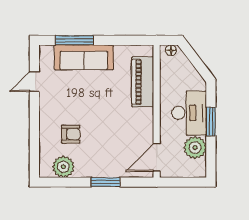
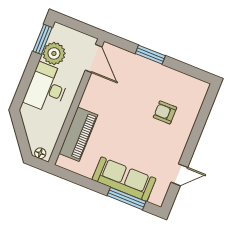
window: (211, 121) -> (43, 39), moved
door: (157, 157) -> (94, 59), hinge flipped
plant: (63, 167) -> (184, 85), removed

